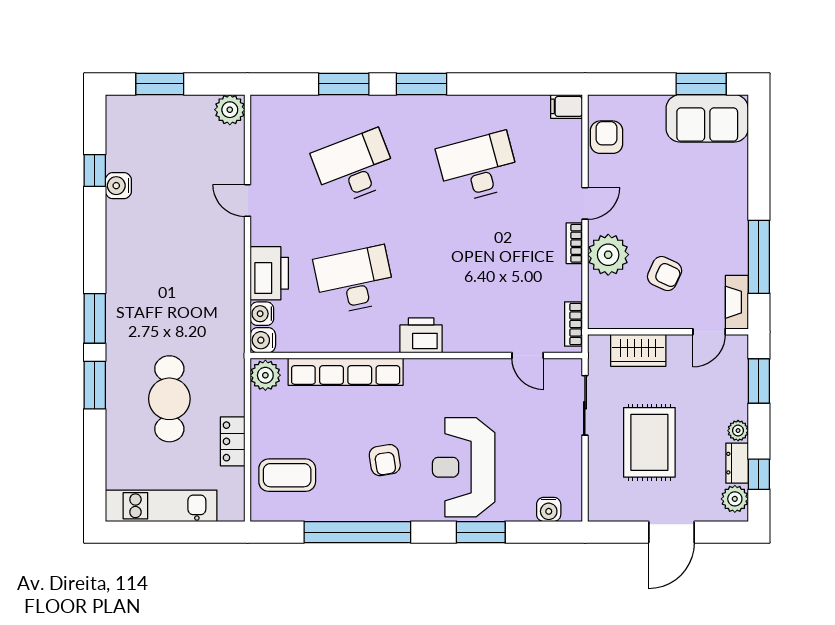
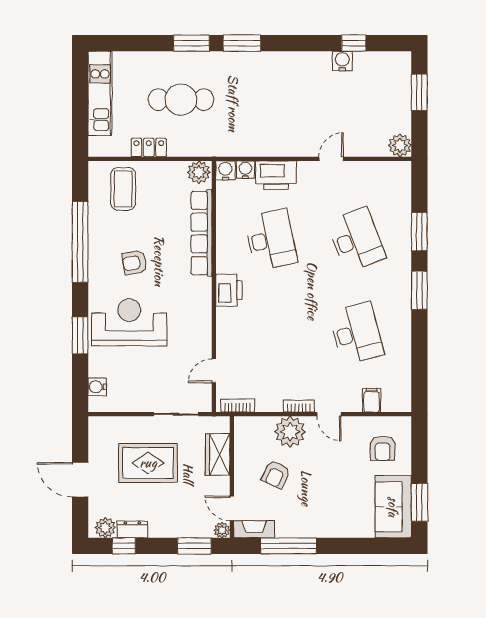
filing cabinet: (566, 106) -> (372, 400), moved
armchair: (606, 137) -> (383, 448), moved, turned 90
plant: (738, 431) -> (222, 530), moved

